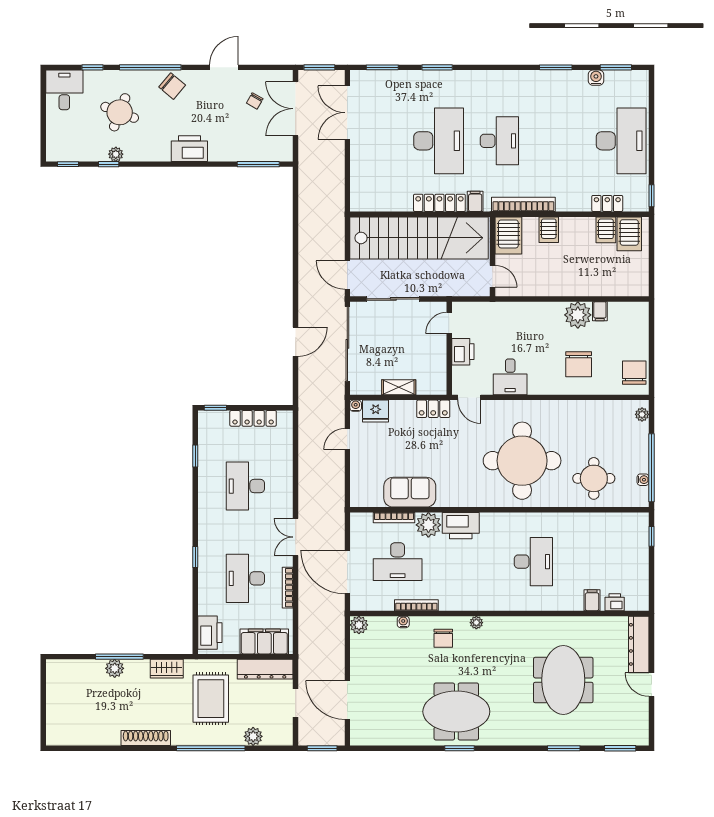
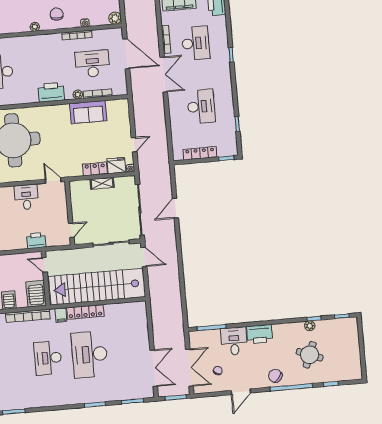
desk: (64, 90) -> (234, 341), moved, turned 180
printer: (463, 352) -> (36, 241), moved, turned 90
locker: (433, 409) -> (95, 169), moved
plant: (428, 525) -> (78, 94), width x0.53, depth x0.53
double door: (296, 537) -> (164, 74), width x1.37

